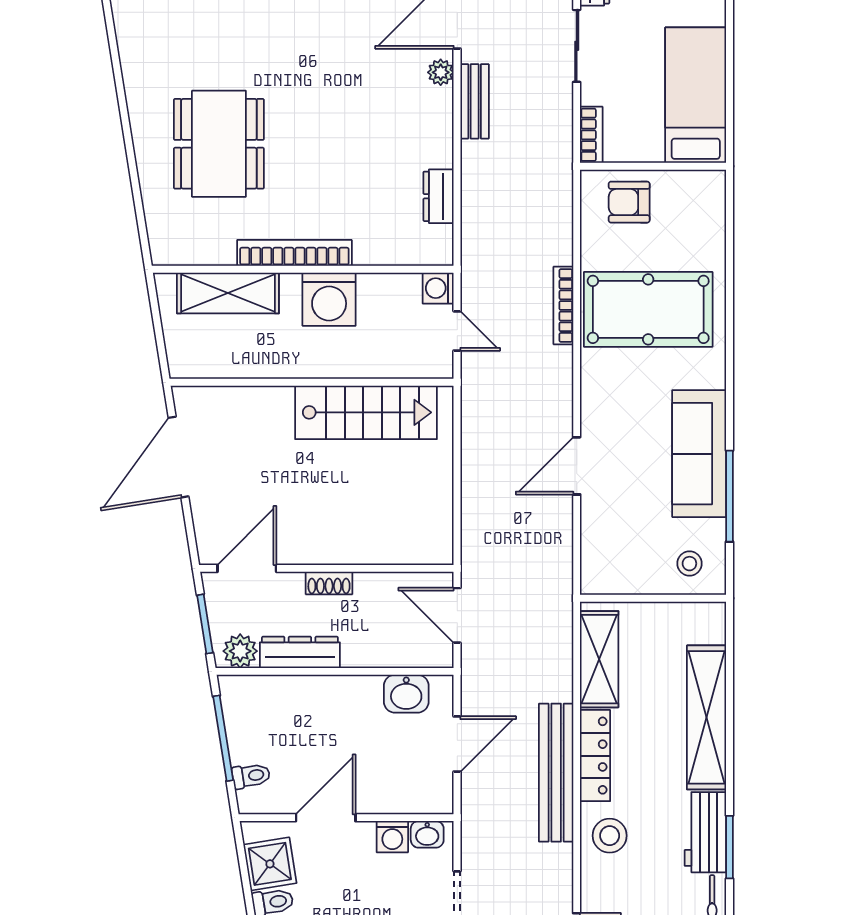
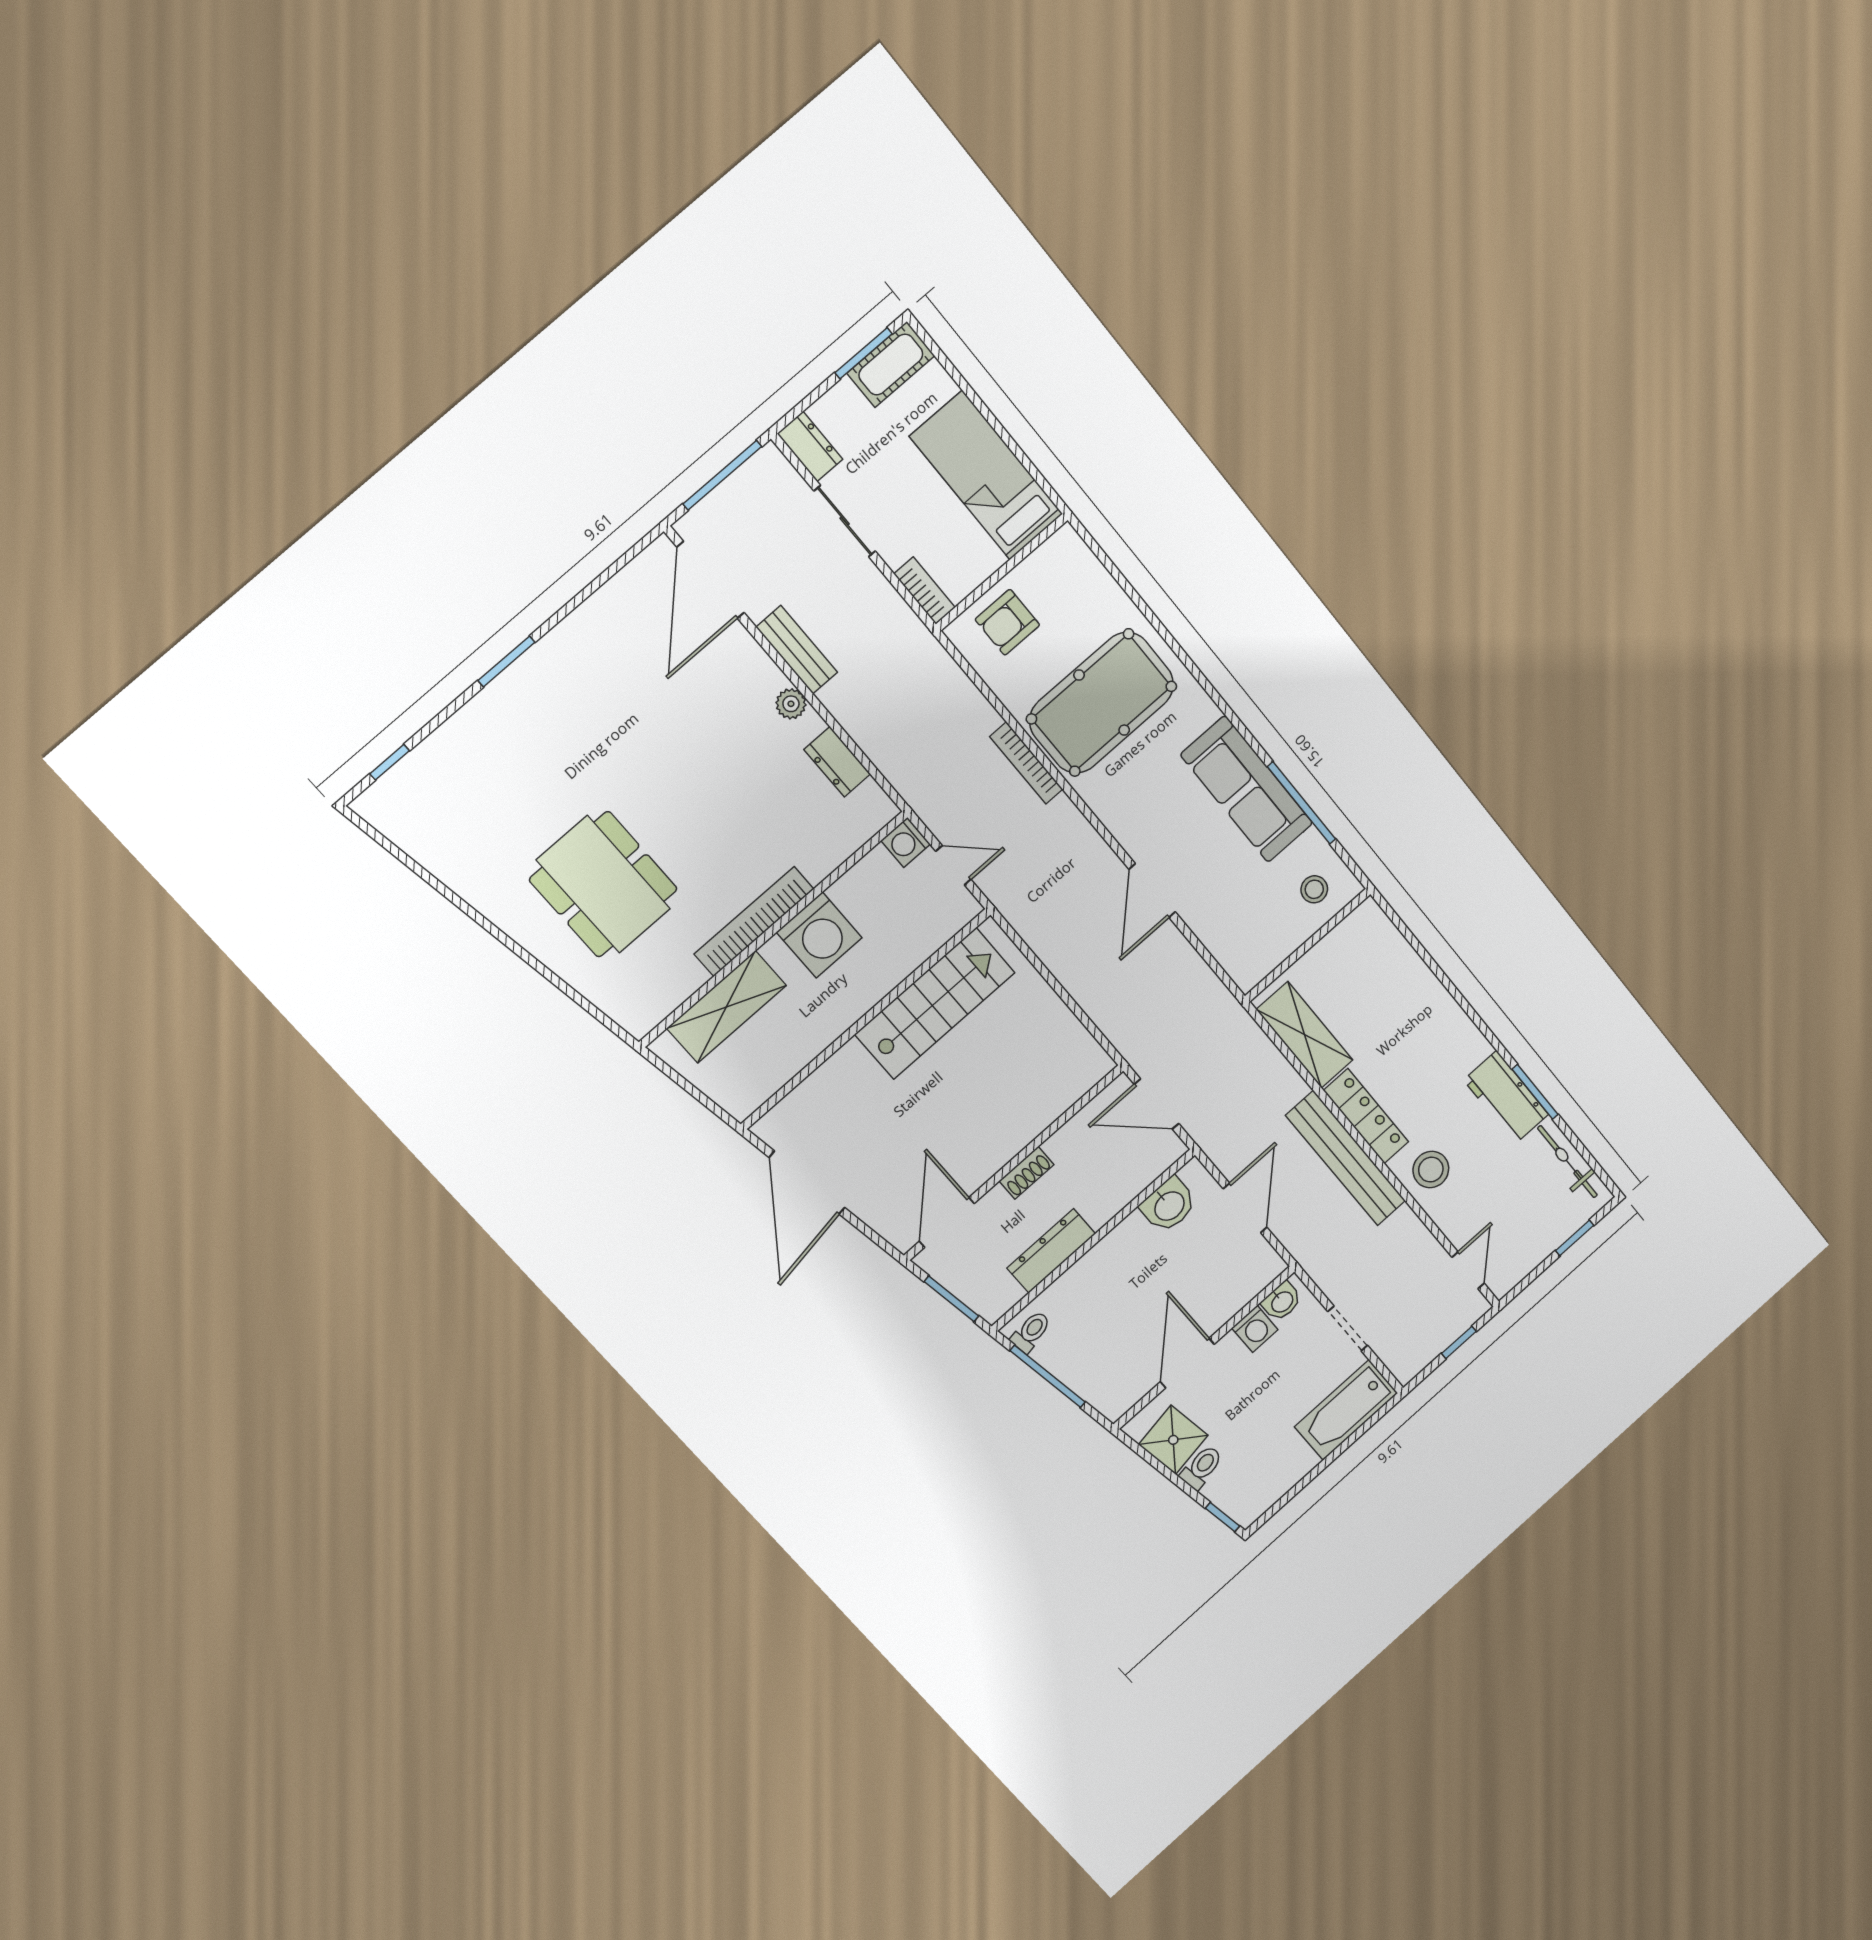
plant: (441, 72) -> (791, 704), moved
plant: (240, 651) -> (1000, 1294), removed
shelving: (707, 717) -> (1432, 1004), removed
toilet: (251, 776) -> (1031, 1332), moved

